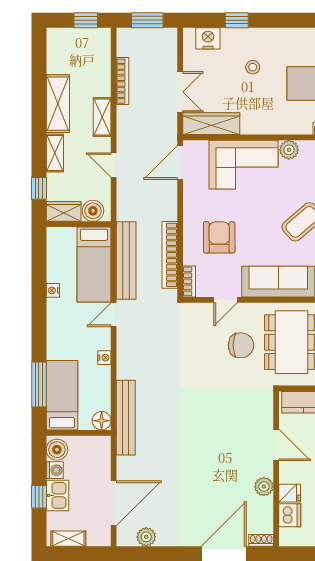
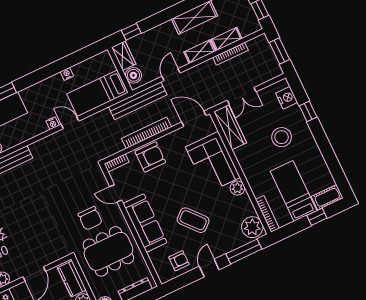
stool: (253, 67) -> (282, 137), width x1.89, depth x1.89
shelving: (55, 153) -> (227, 39), moved
armchair: (219, 237) -> (150, 157), moved
bookcase: (170, 255) -> (146, 133), moved
bench: (126, 260) -> (138, 101), moved
nightstand: (104, 358) -> (53, 123), moved

